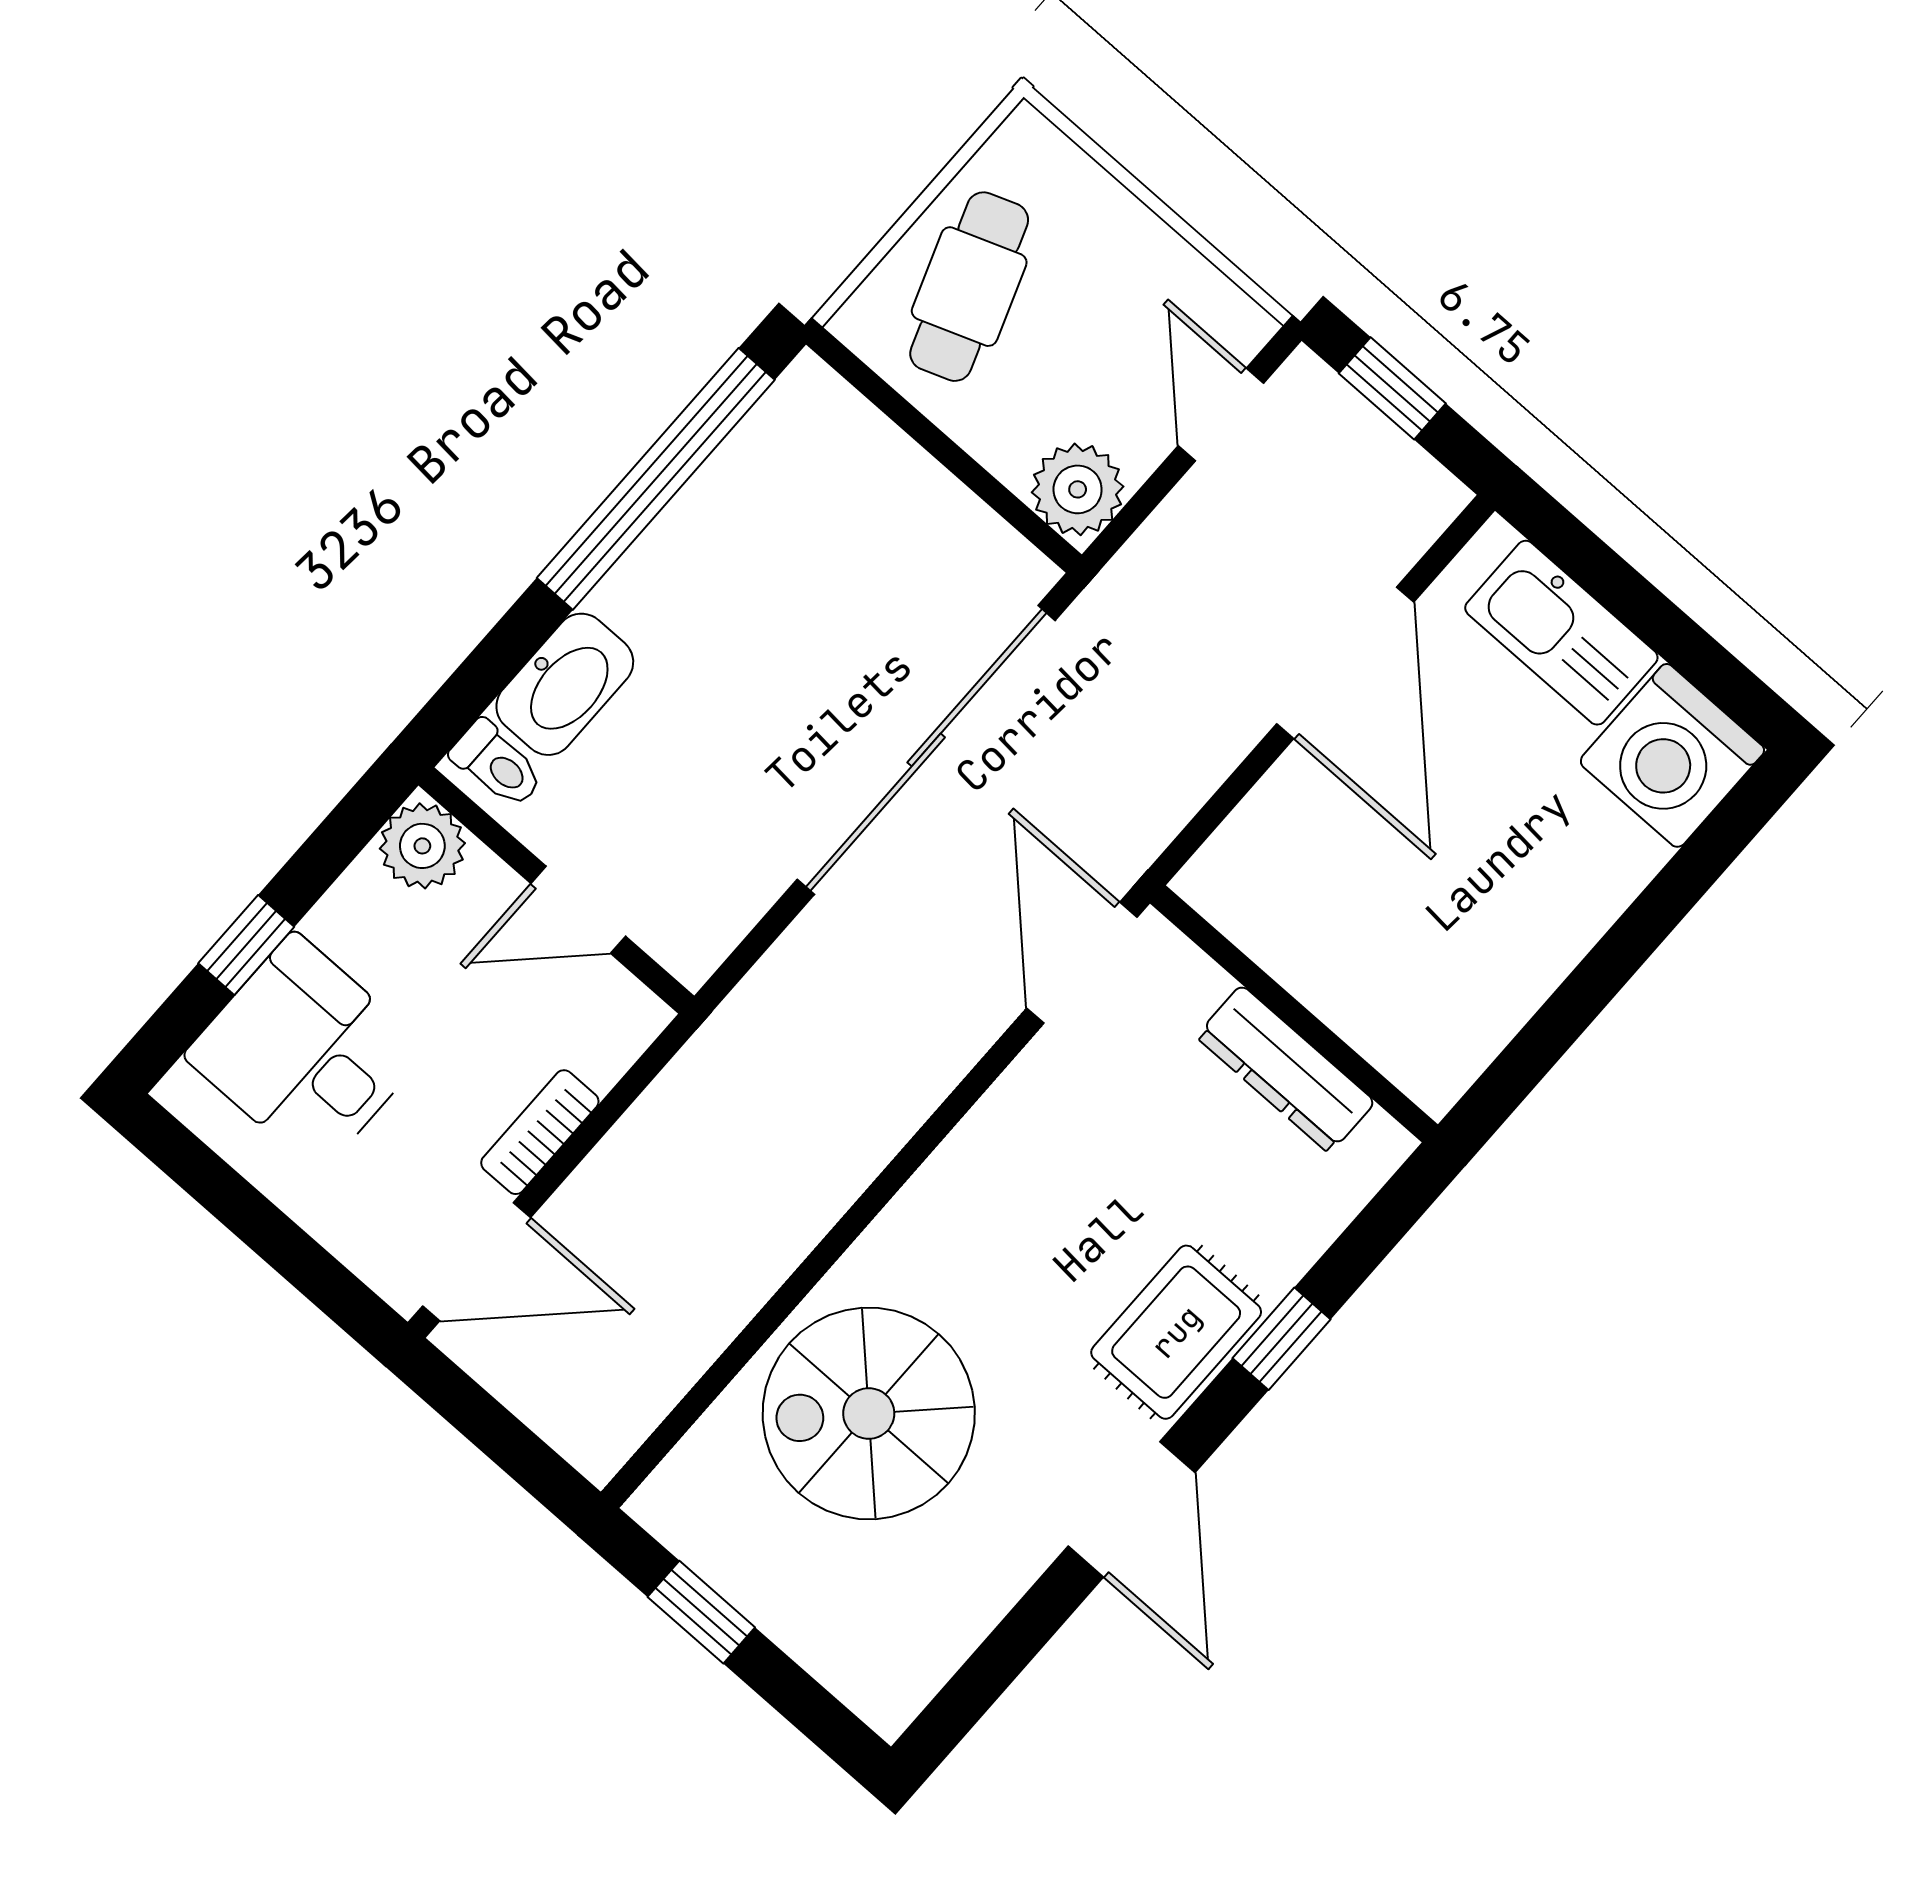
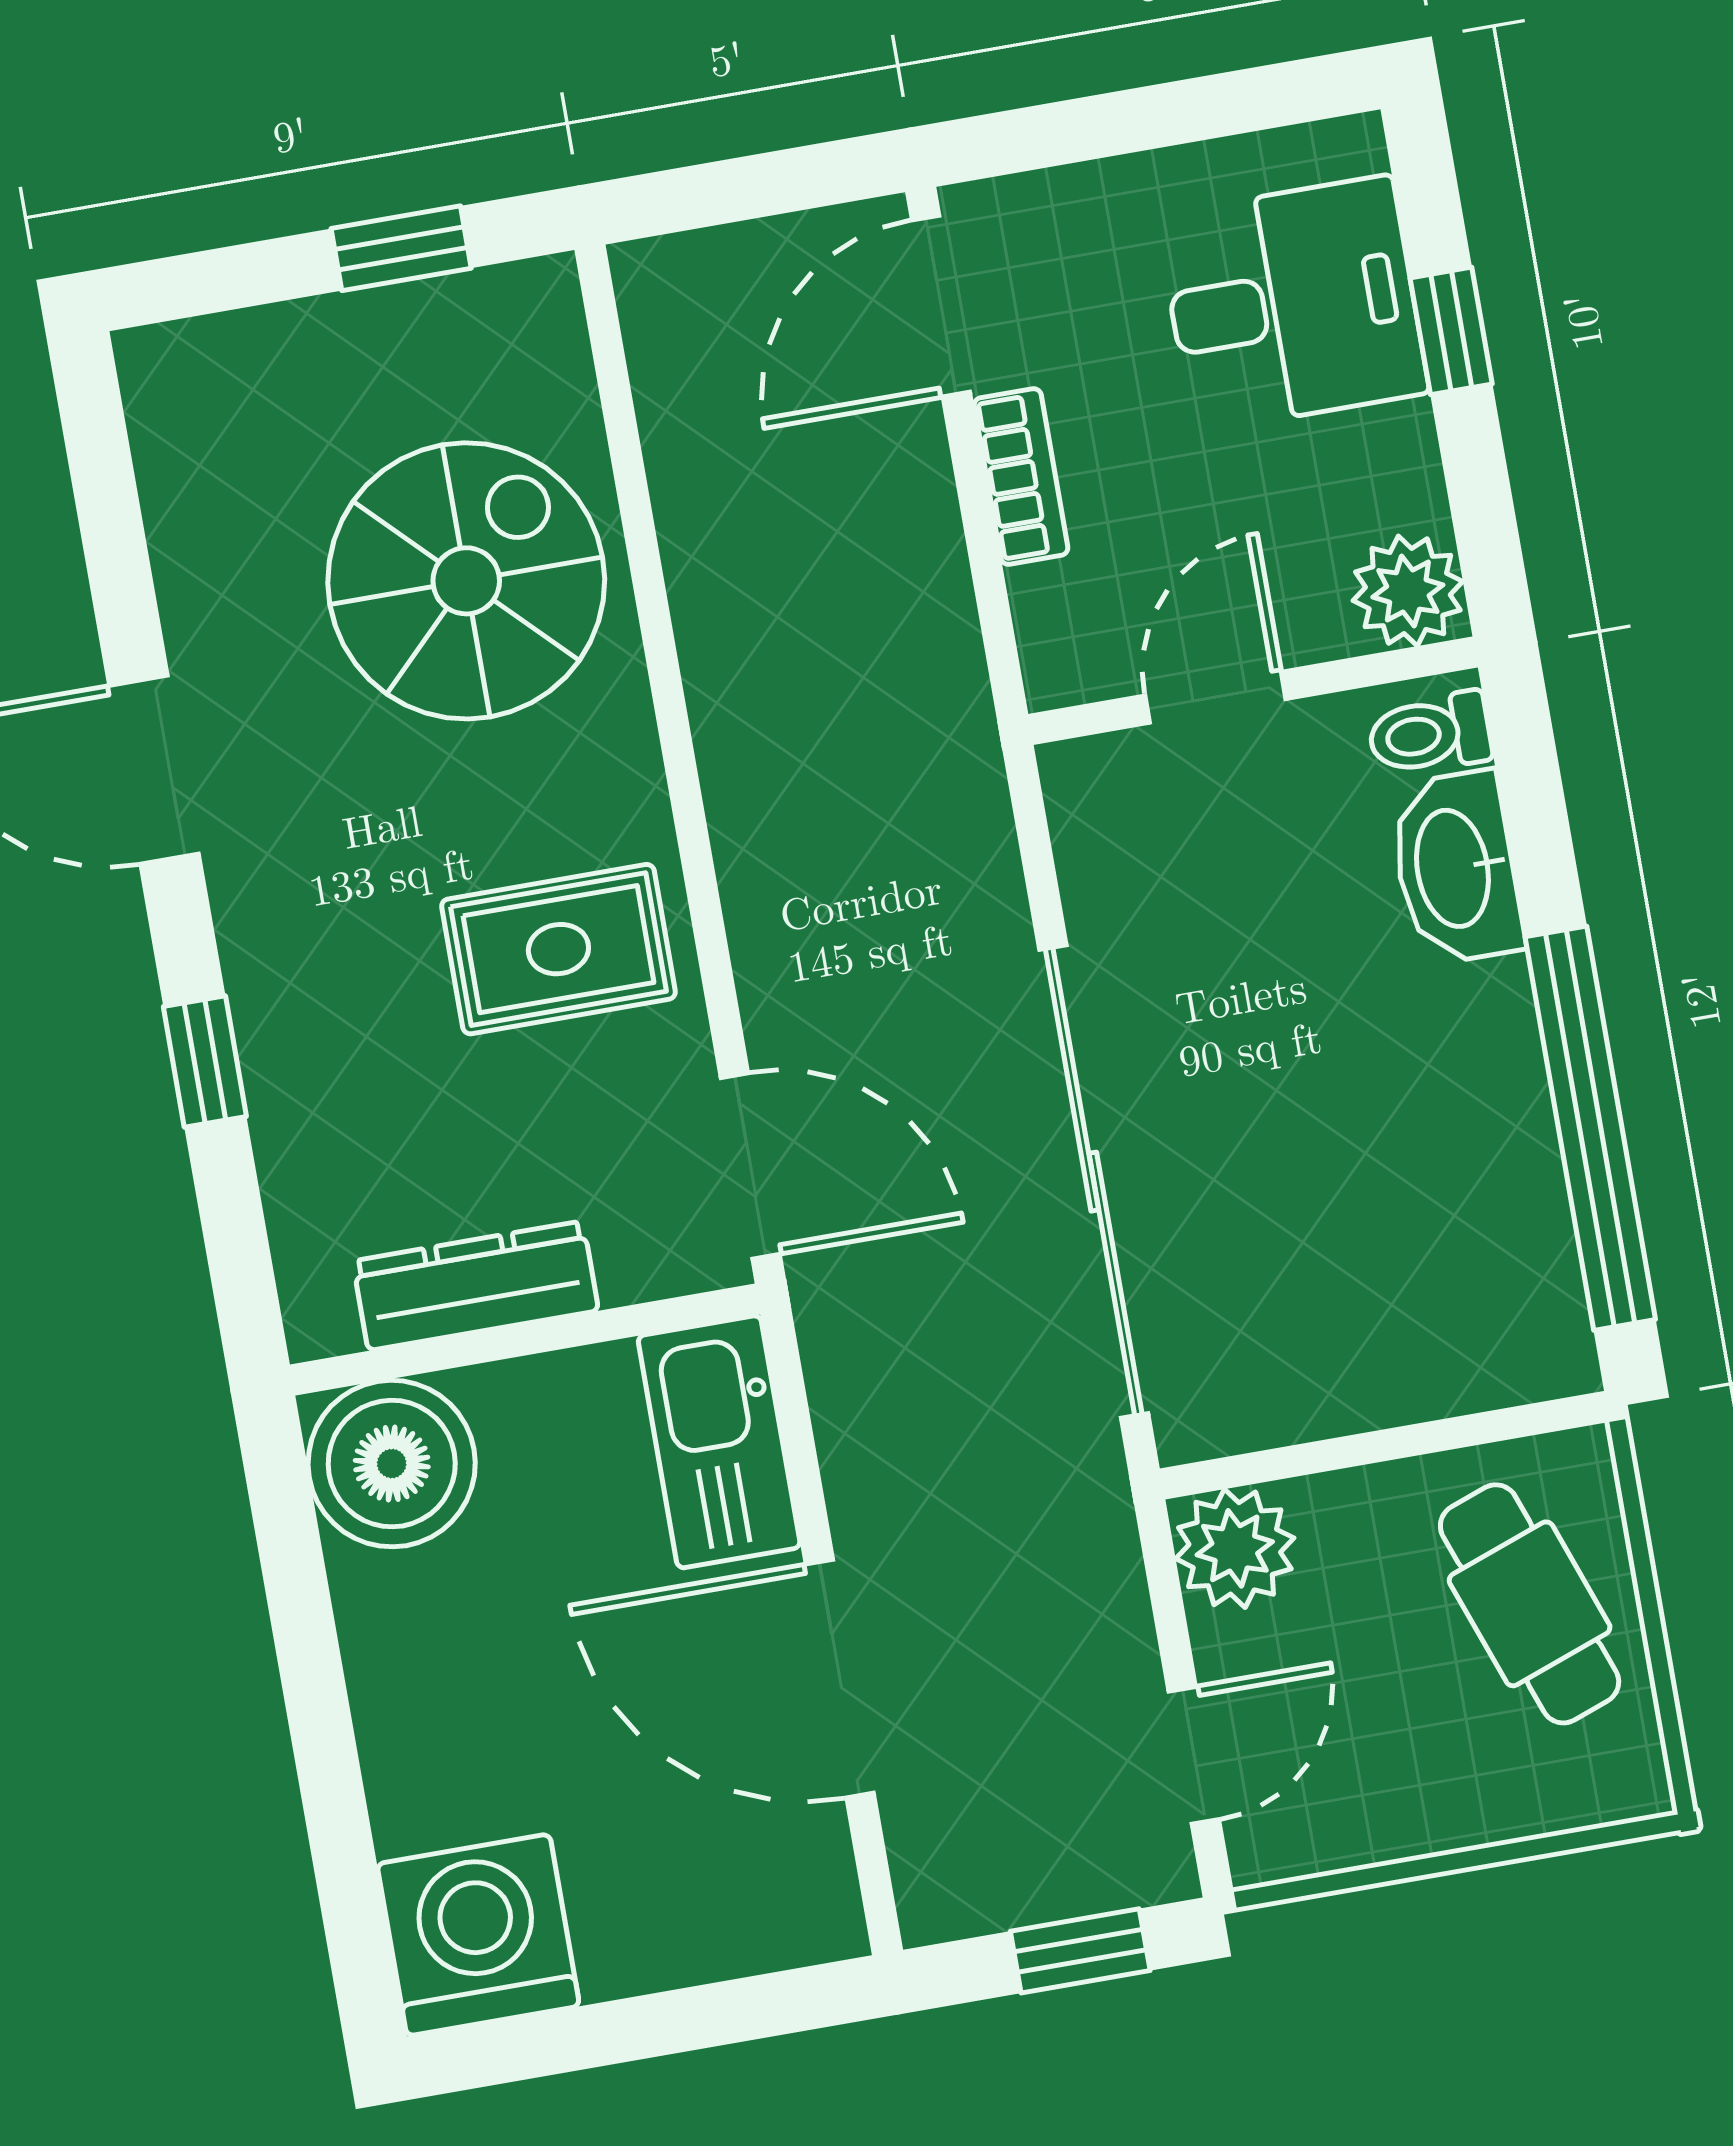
door: (1221, 414) -> (1194, 1755), hinge flipped
kitchen sink: (1561, 633) -> (719, 1442), moved, turned -90
boiler: (1432, 1034) -> (392, 1464), added
rug: (1176, 1332) -> (558, 949), moved, turned 90

